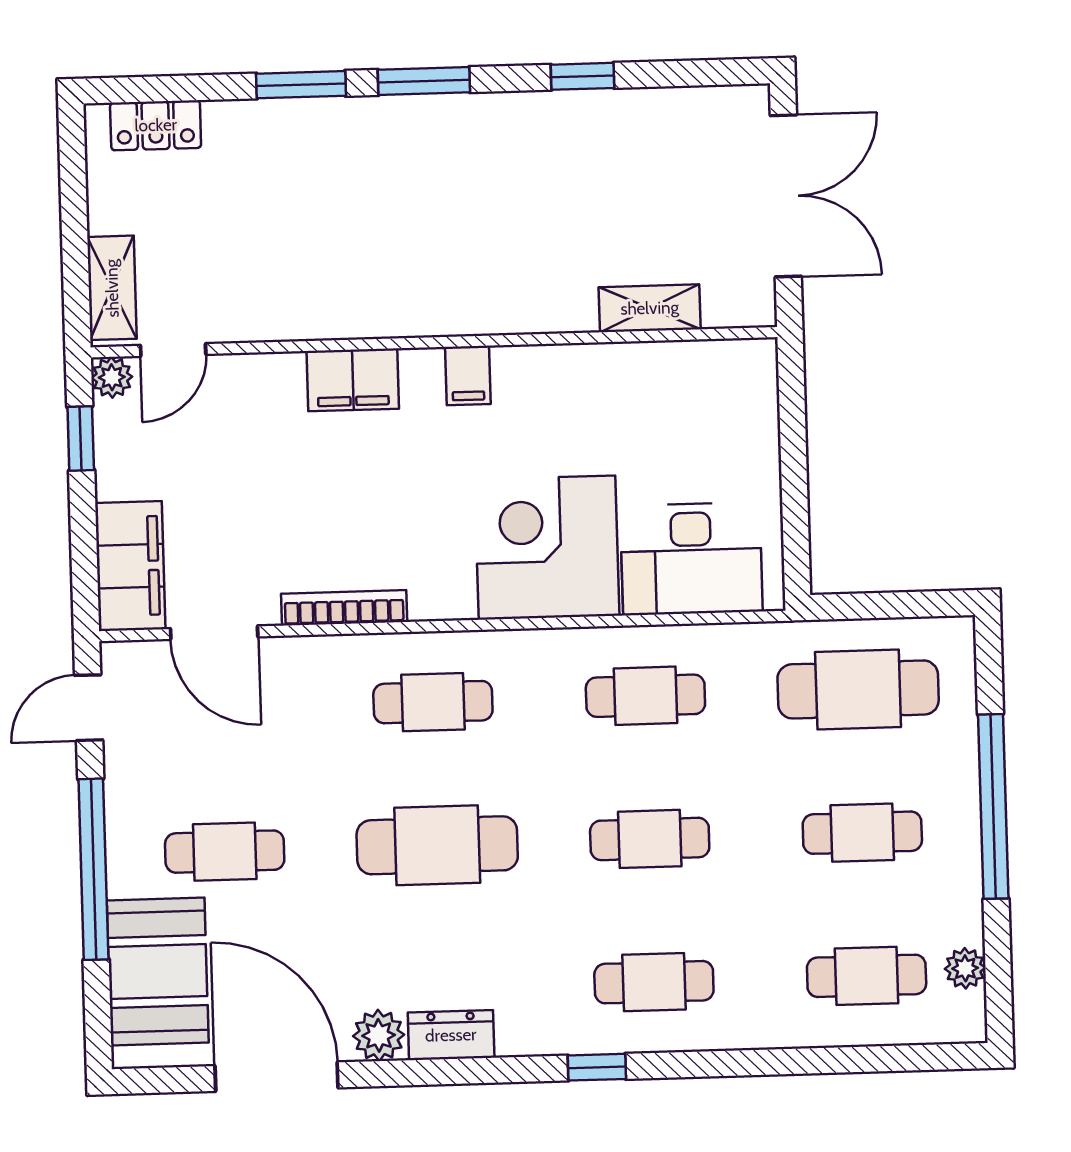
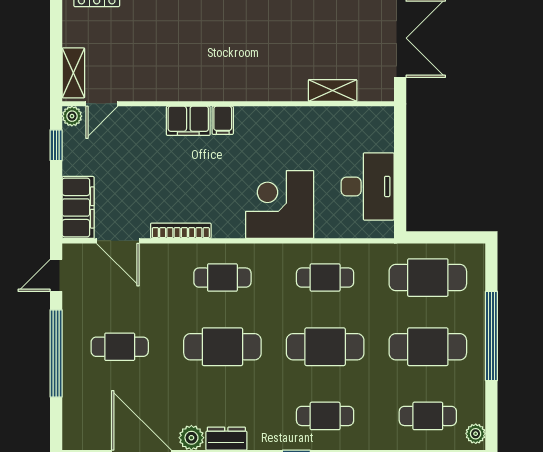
filing cabinet: (468, 375) -> (223, 120), moved
desk: (691, 559) -> (368, 186), moved, turned -90
cafe table: (862, 833) -> (428, 347), width x1.37, depth x1.35
cafe table: (650, 839) -> (325, 347), width x1.37, depth x1.35
plant: (965, 968) -> (476, 434), moved
booth: (158, 971) -> (86, 404), removed

